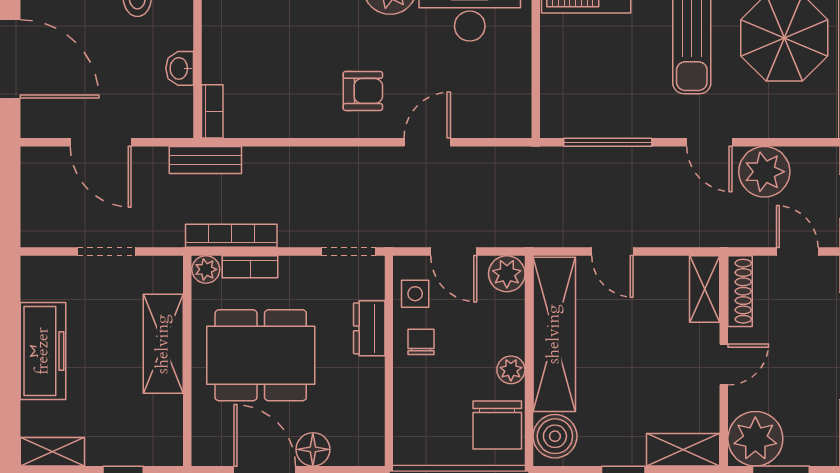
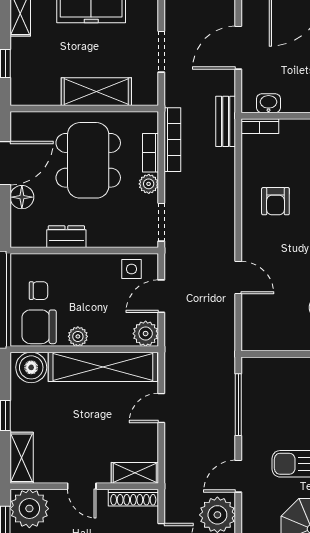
washbasin: (180, 68) -> (269, 103), moved
armchair: (363, 91) -> (275, 201), moved
plant: (206, 269) -> (149, 184), moved
dresser: (369, 328) -> (66, 237), moved
chair: (421, 342) -> (39, 291), moved

